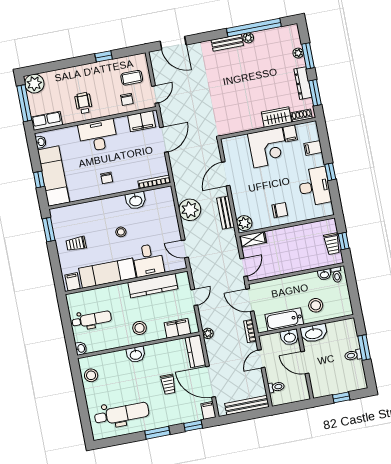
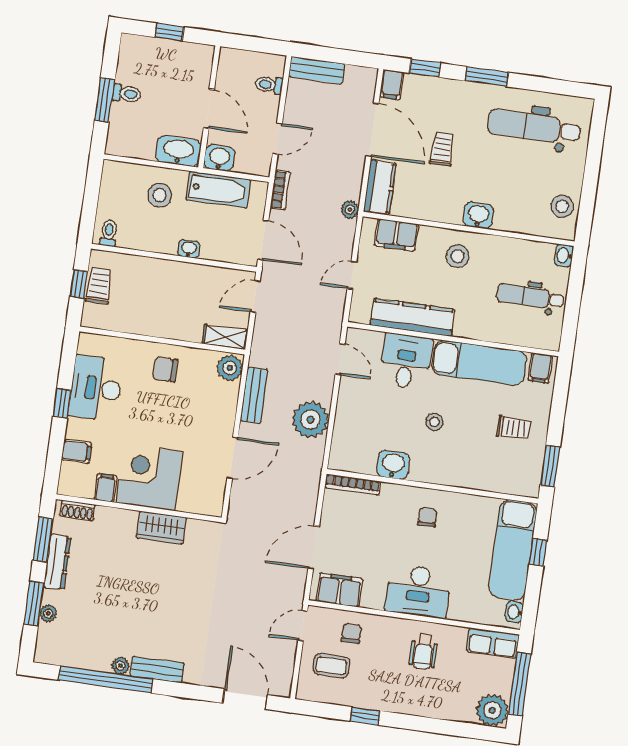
wardrobe: (276, 117) -> (161, 528), moved
washbasin: (324, 275) -> (189, 249), moved
bench: (247, 405) -> (317, 70), width x0.73

